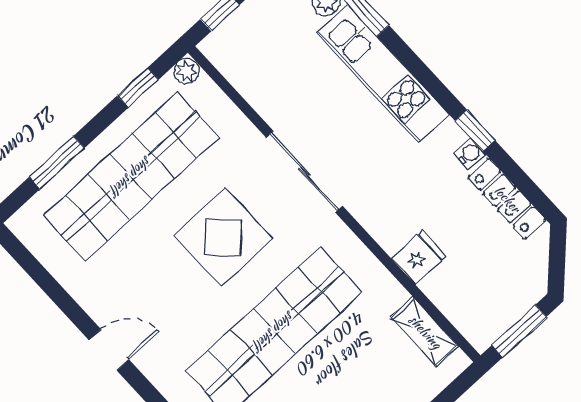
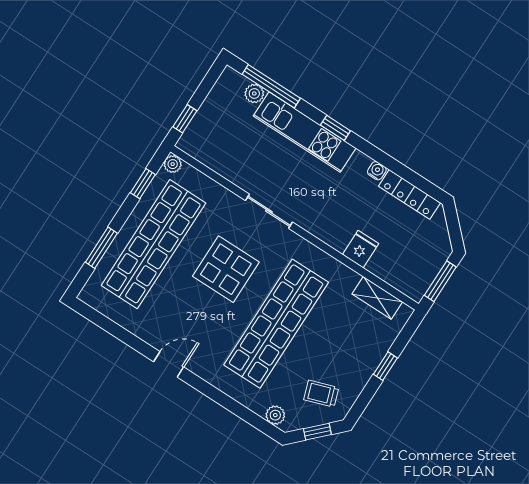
window: (475, 131) -> (335, 128), moved
sliding door: (304, 172) -> (269, 211), width x0.73

